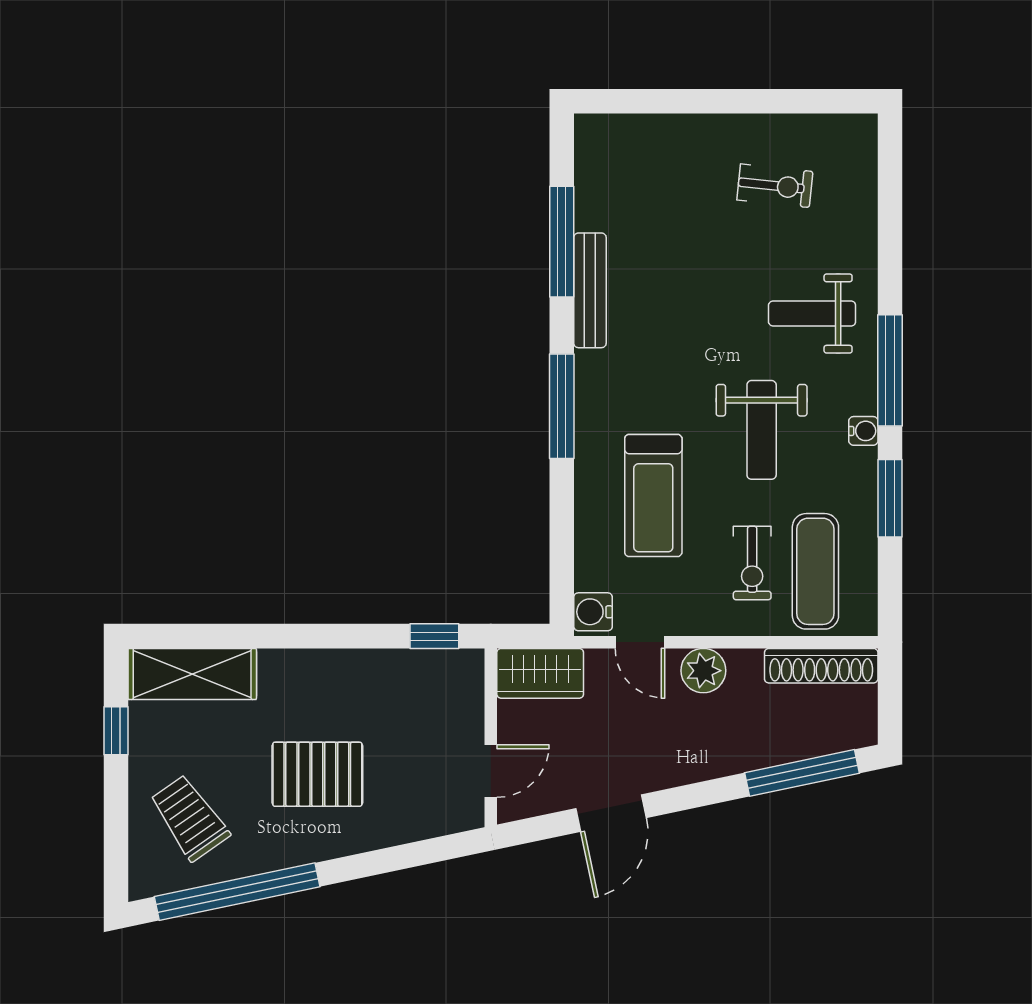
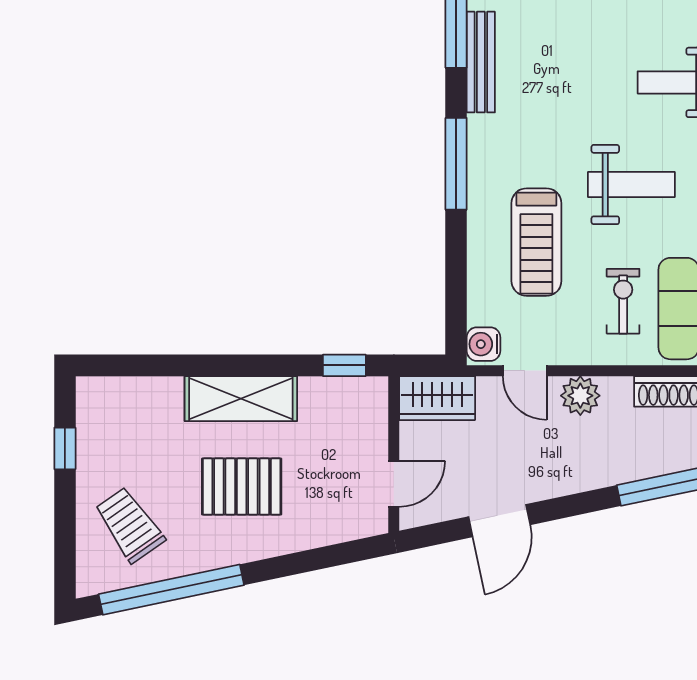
weight bench: (762, 430) -> (631, 185), turned -90
exercise bike: (752, 563) -> (623, 301), turned 180
shelving: (192, 674) -> (241, 399), moved

